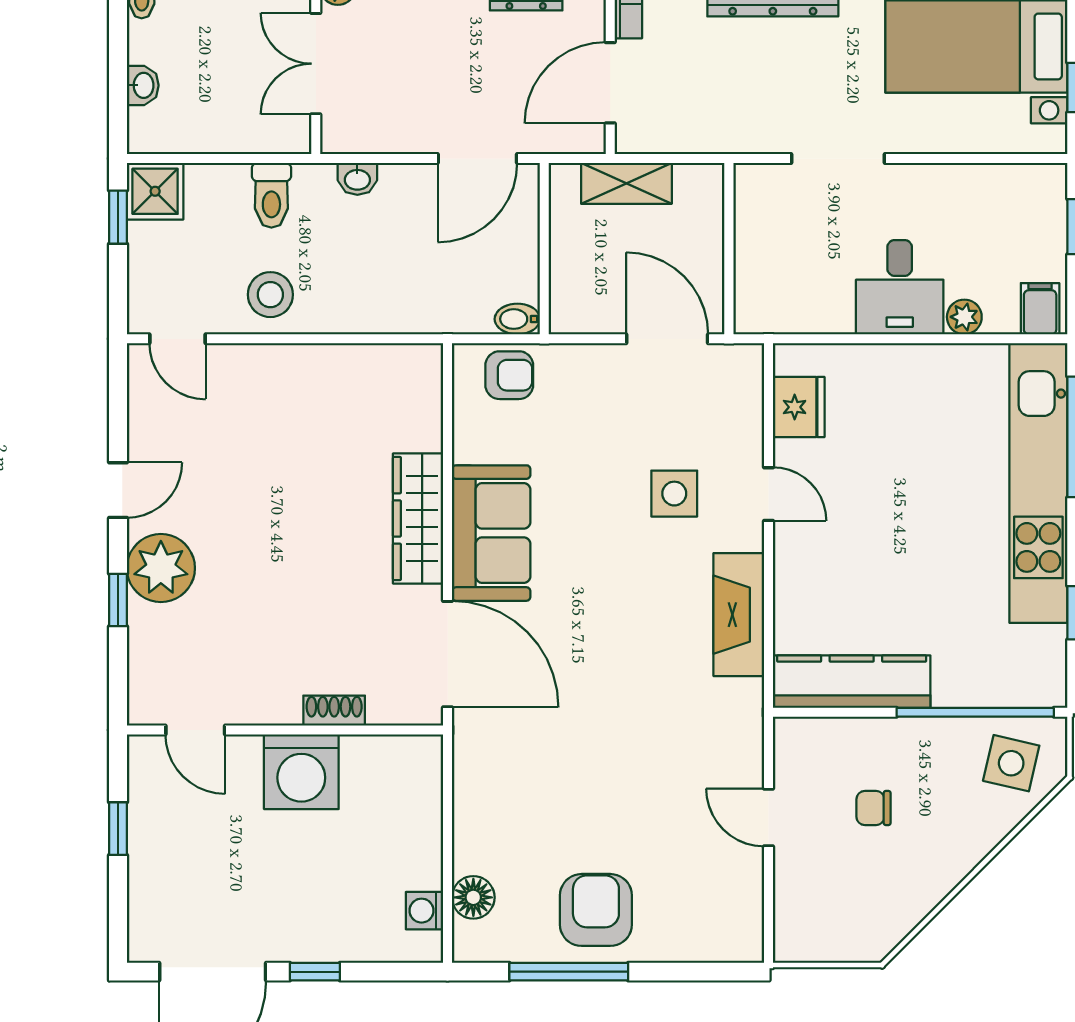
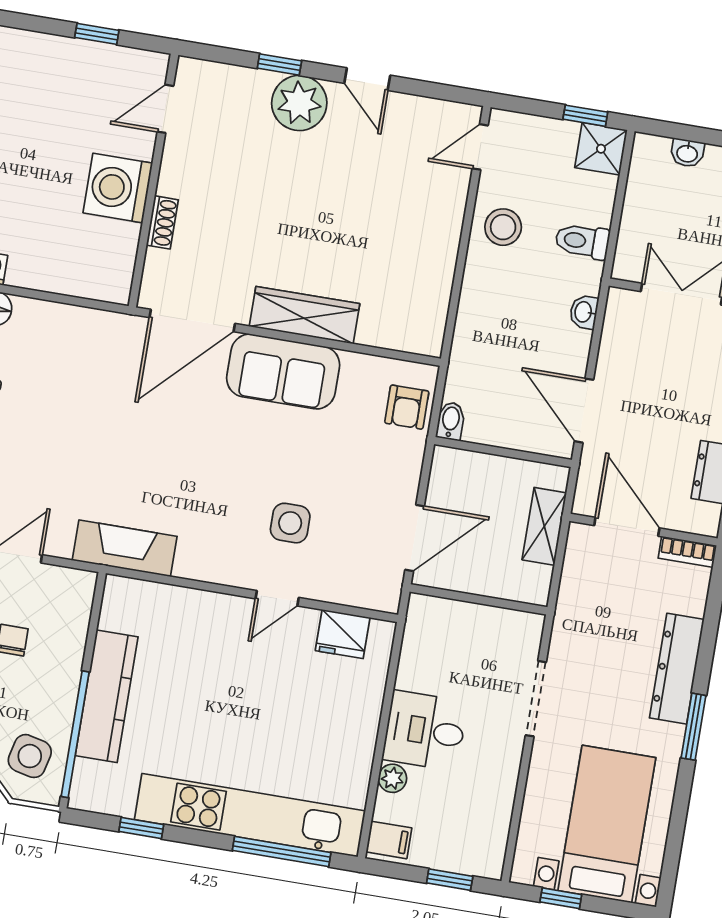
fireplace: (739, 615) -> (125, 548), moved
kitchen counter: (852, 682) -> (107, 696), moved

